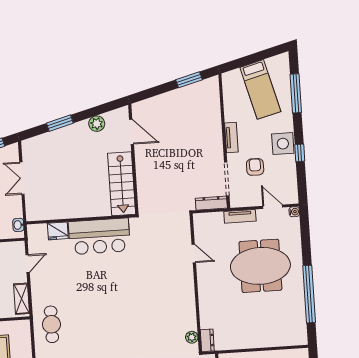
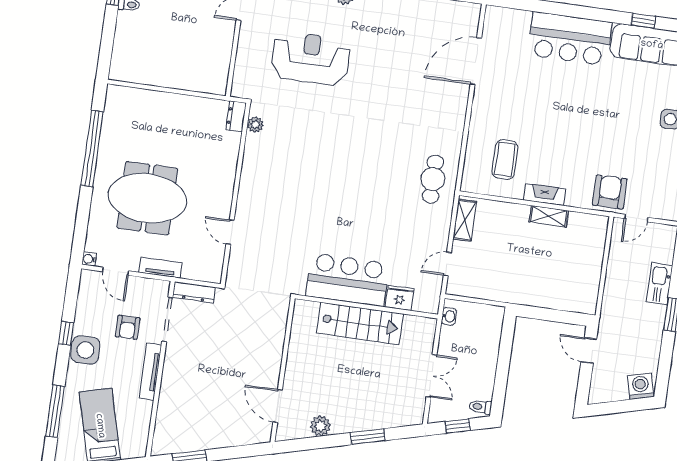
tv unit: (231, 138) -> (150, 372), width x1.41
stairs: (122, 184) -> (360, 323), moved, turned 90

